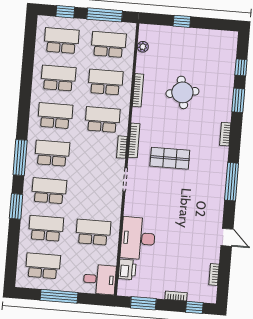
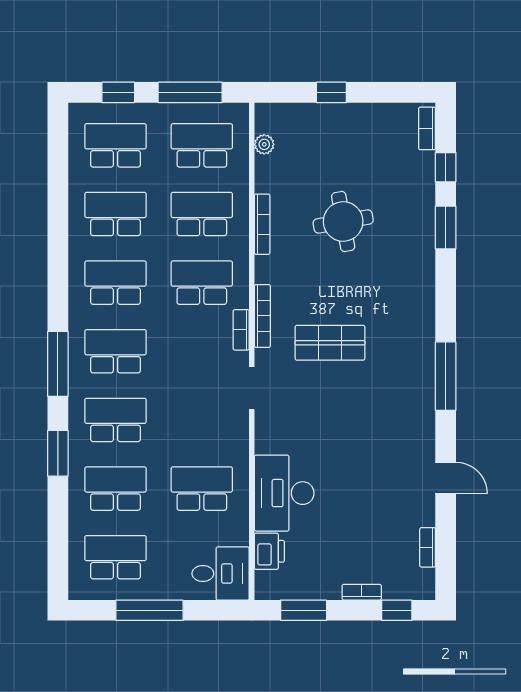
bookcase: (225, 134) -> (427, 128), moved

